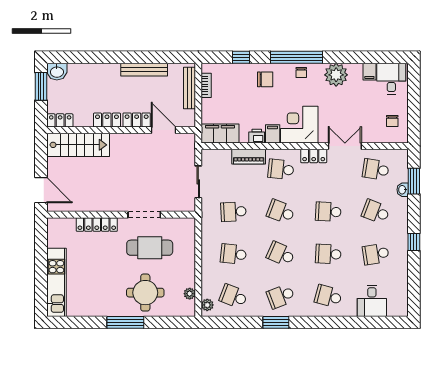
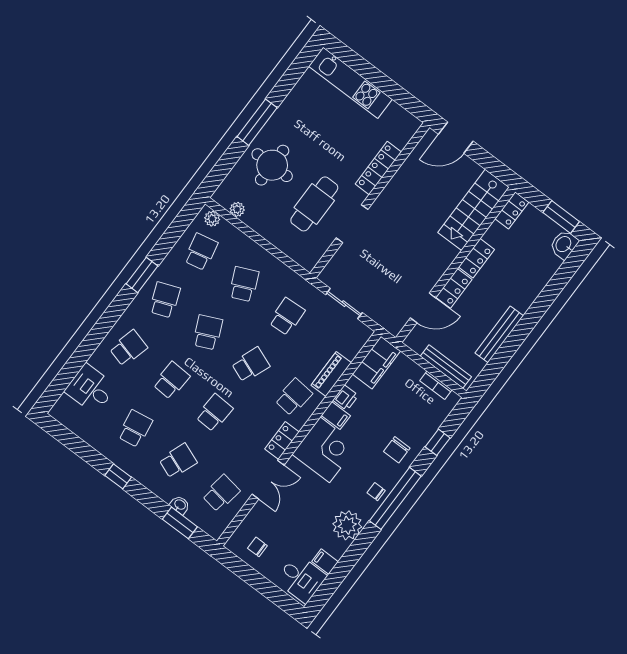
school desk: (233, 254) -> (244, 284), turned -30
school desk: (281, 254) -> (208, 332), turned -48
school desk: (233, 296) -> (201, 252), turned -33

